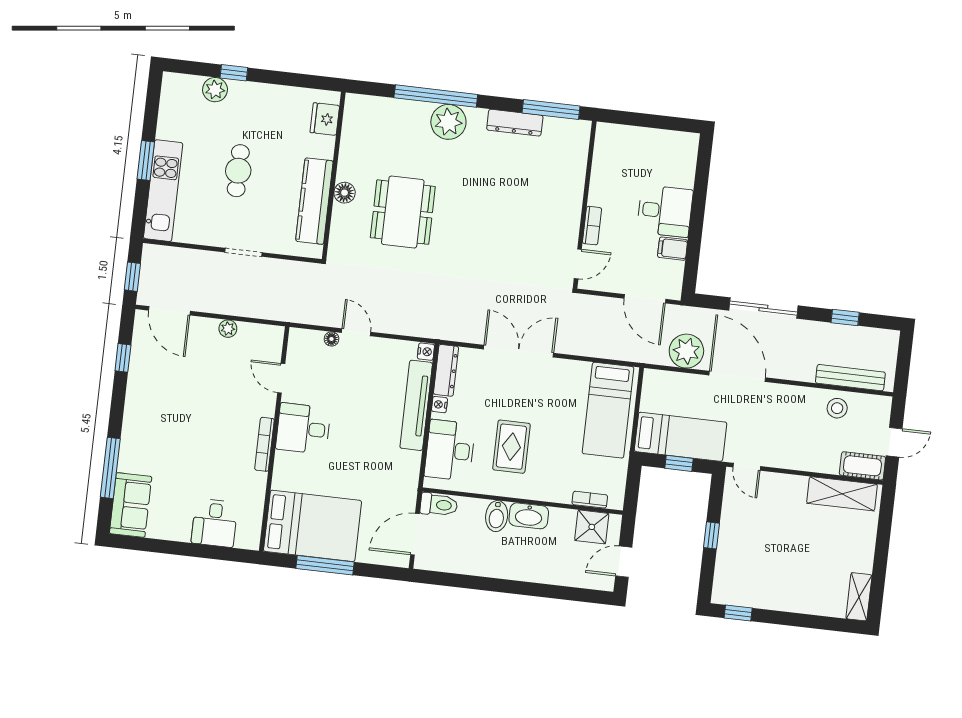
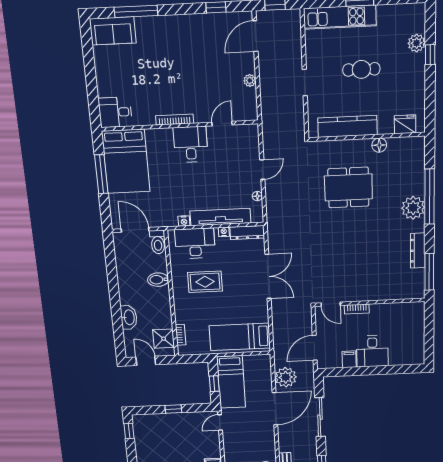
floor lamp: (345, 193) -> (379, 145), moved
floor lamp: (331, 339) -> (257, 196), moved
nightstand: (426, 352) -> (184, 221), moved
washbasin: (529, 516) -> (129, 317), moved, turned 180
desk: (215, 523) -> (115, 112), moved

